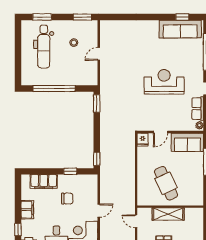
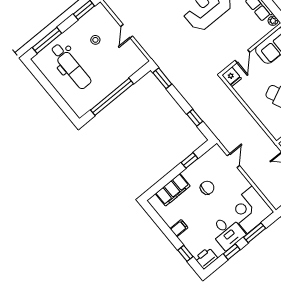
window: (42, 17) -> (47, 40), width x1.44
window: (97, 159) -> (195, 118), moved
filing cabinet: (27, 210) -> (179, 228), width x0.50
door: (99, 211) -> (233, 161), moved

